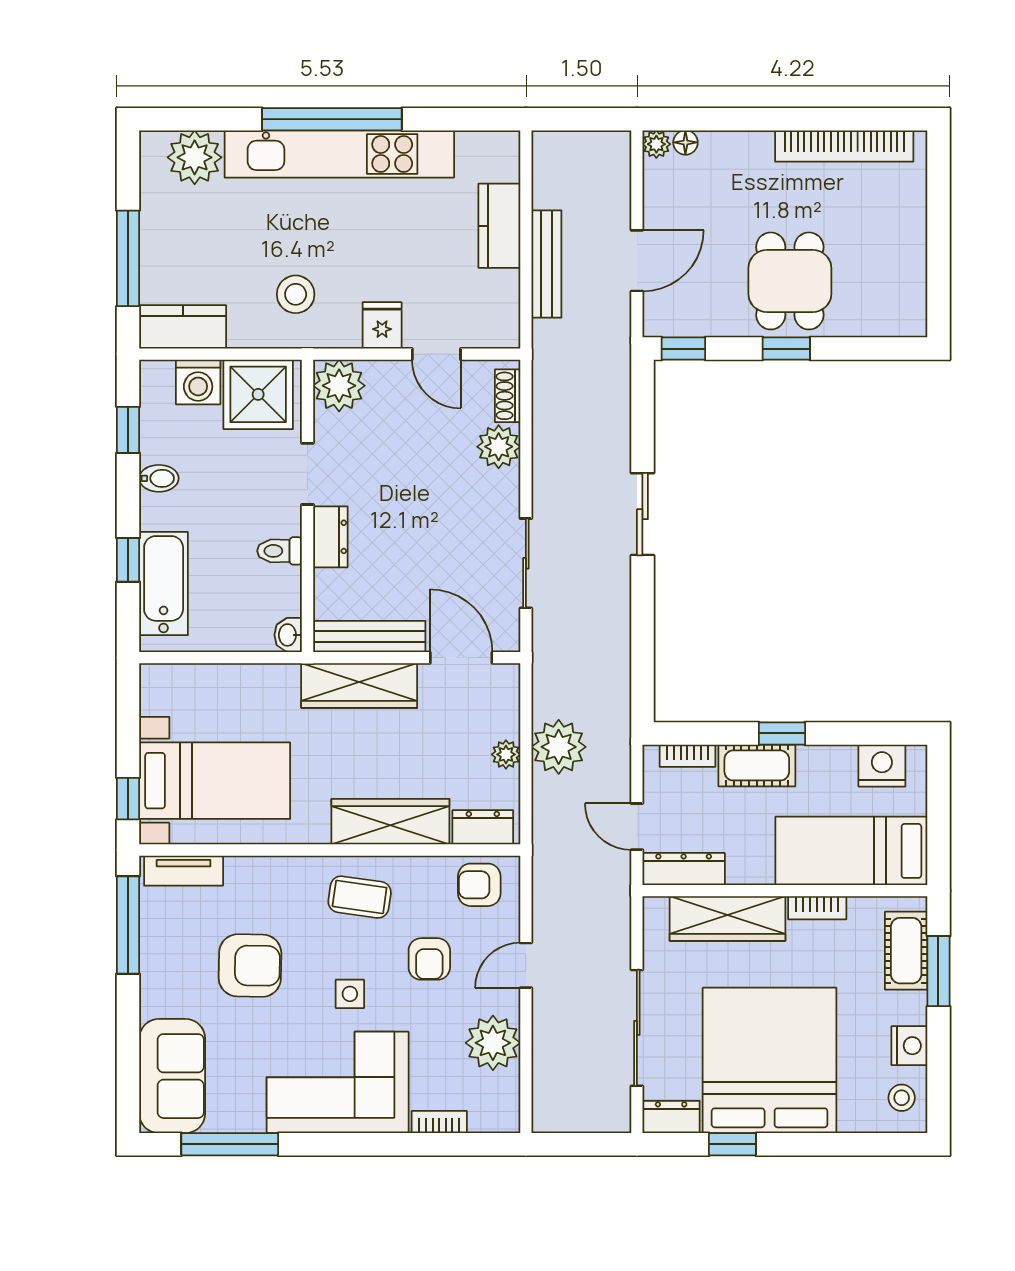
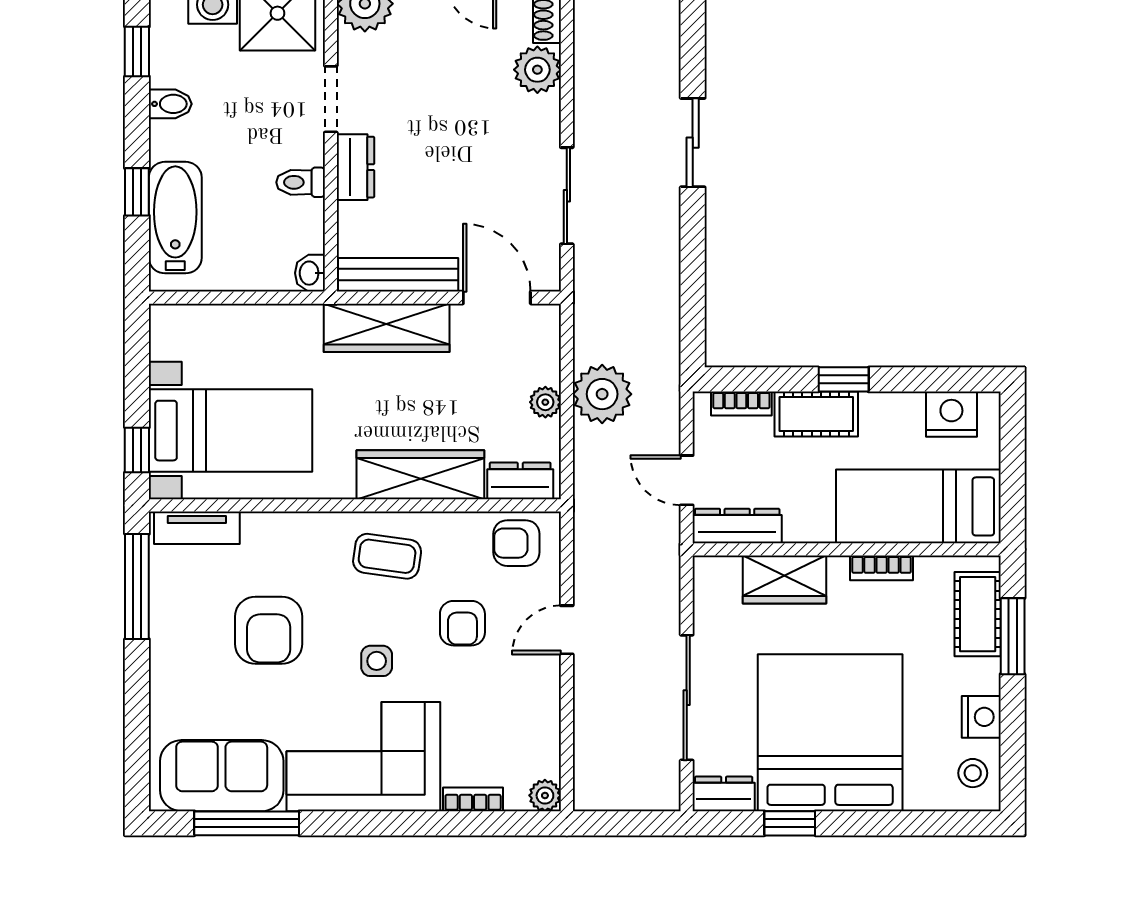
wardrobe: (727, 919) -> (785, 580), width x0.67
armchair: (250, 966) -> (269, 630), turned 89
plant: (493, 1043) -> (545, 795), moved, width x0.53, depth x0.53
sofa: (172, 1076) -> (222, 776), moved, turned -90

